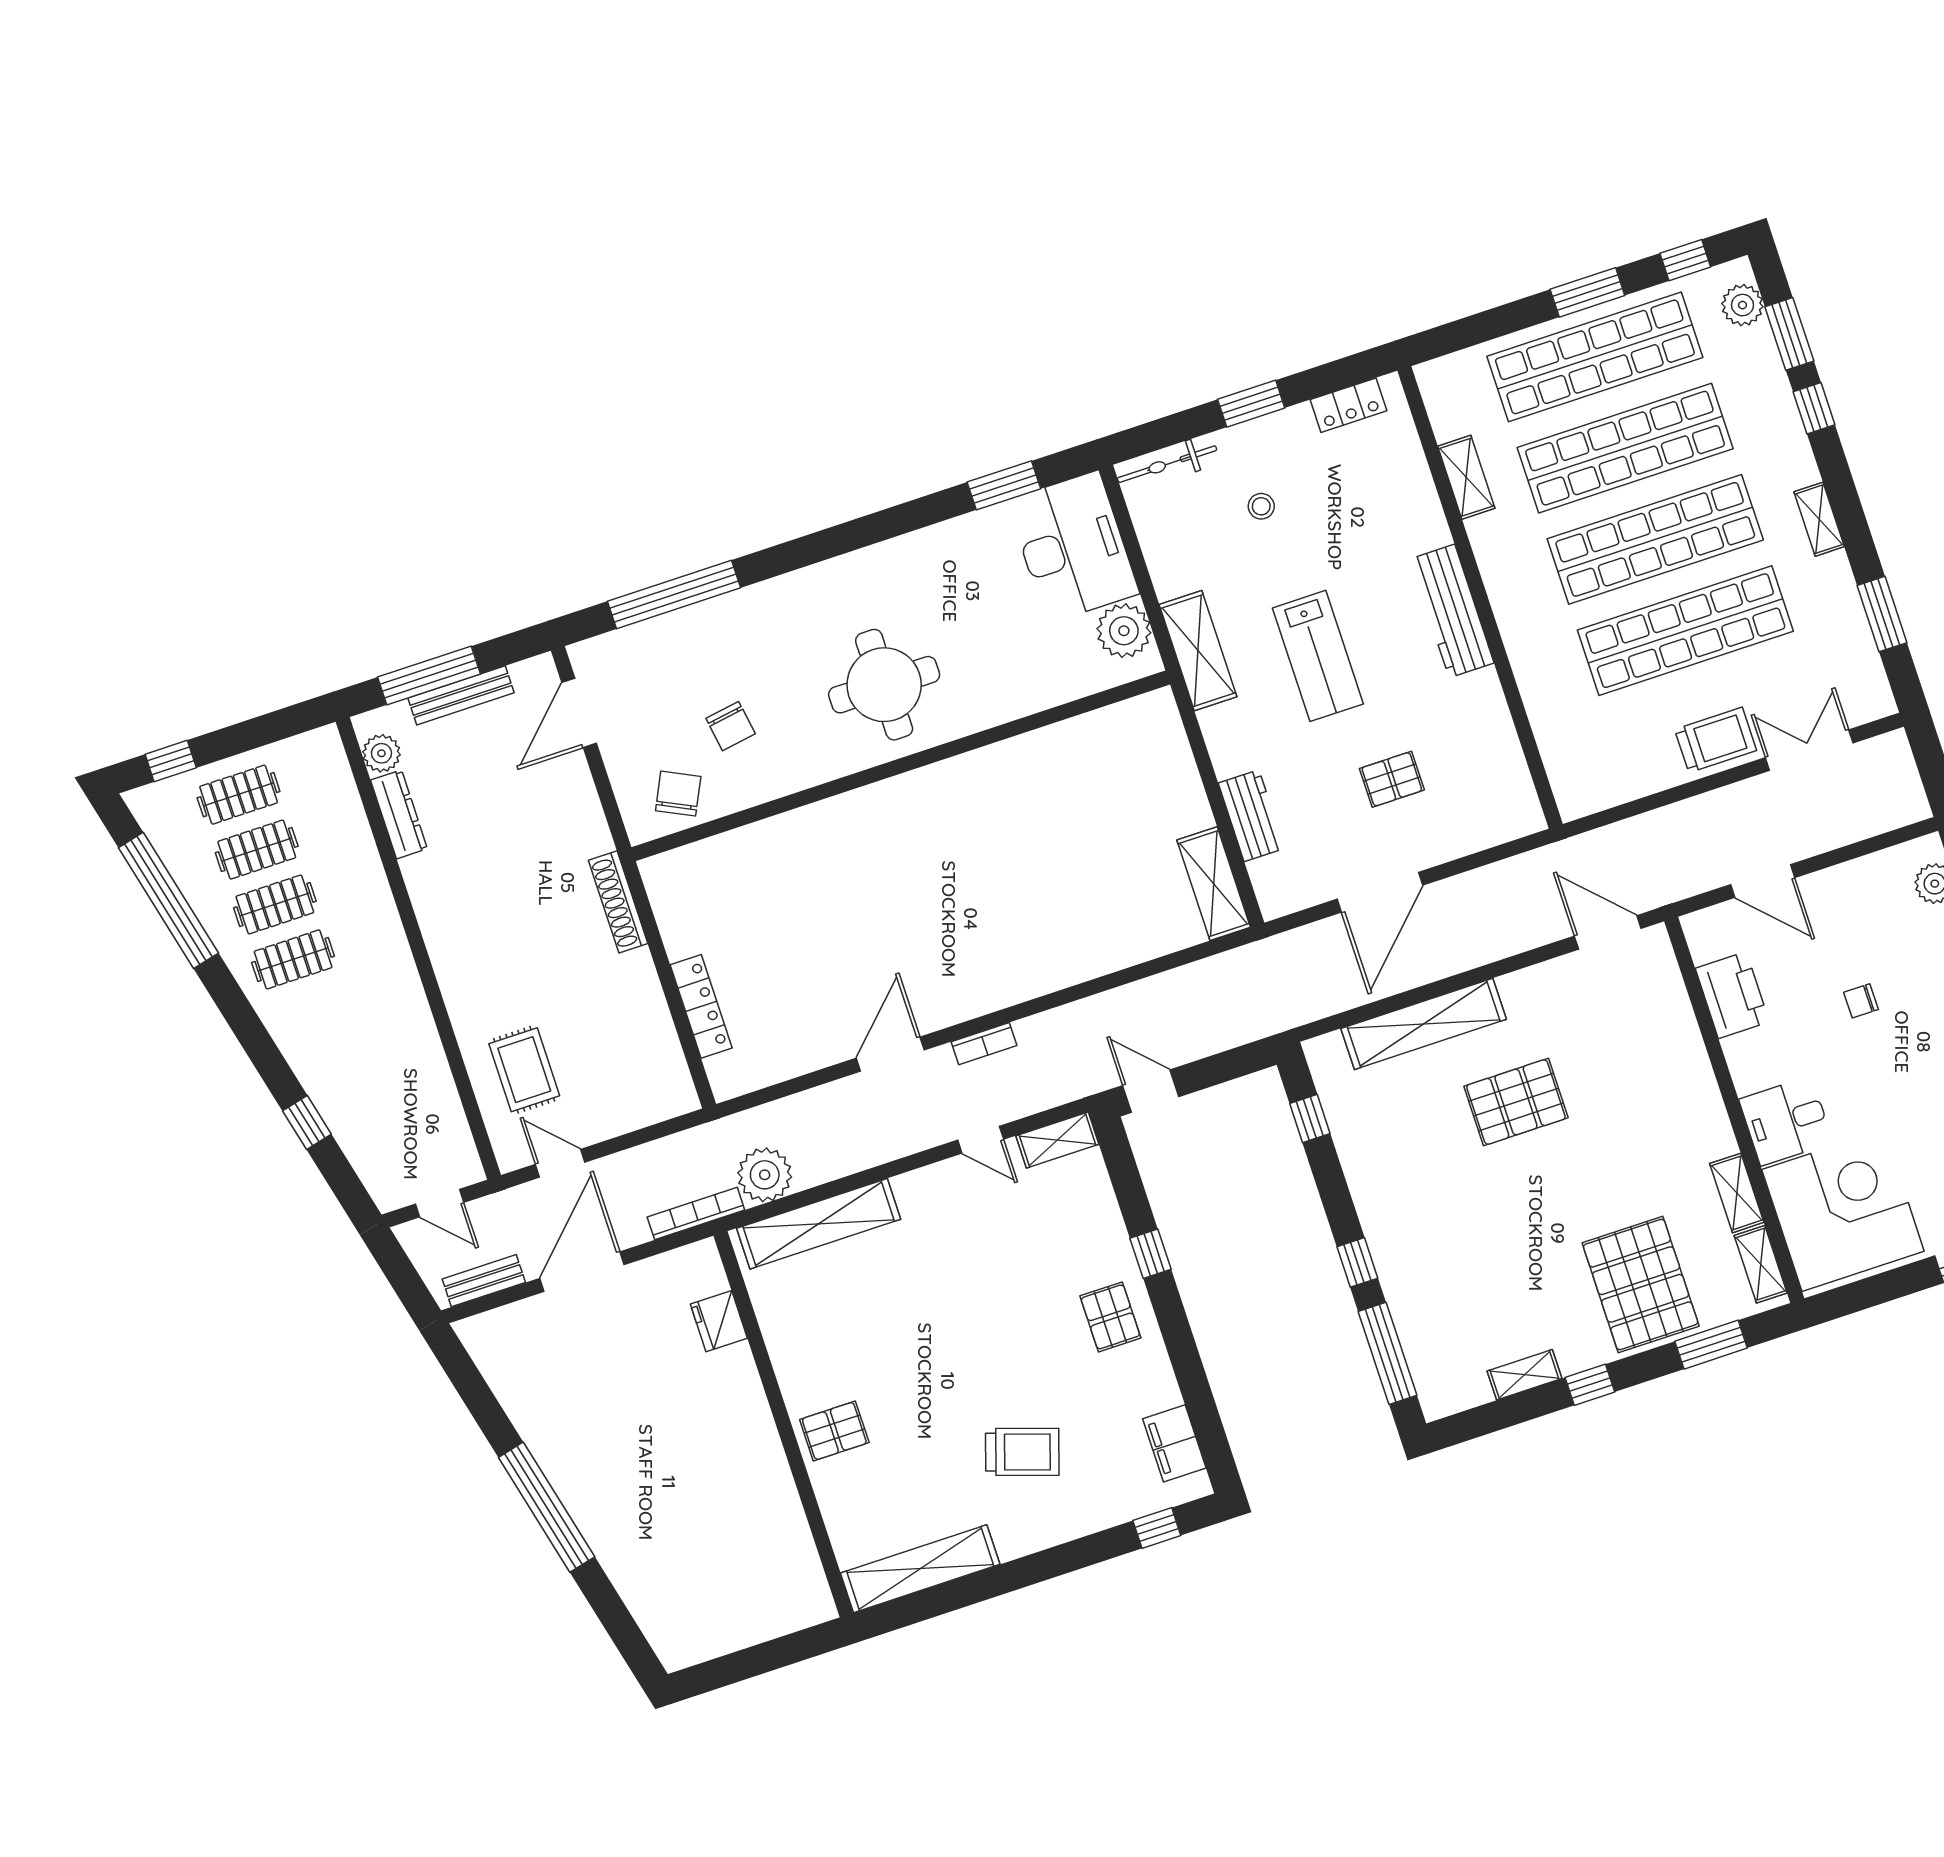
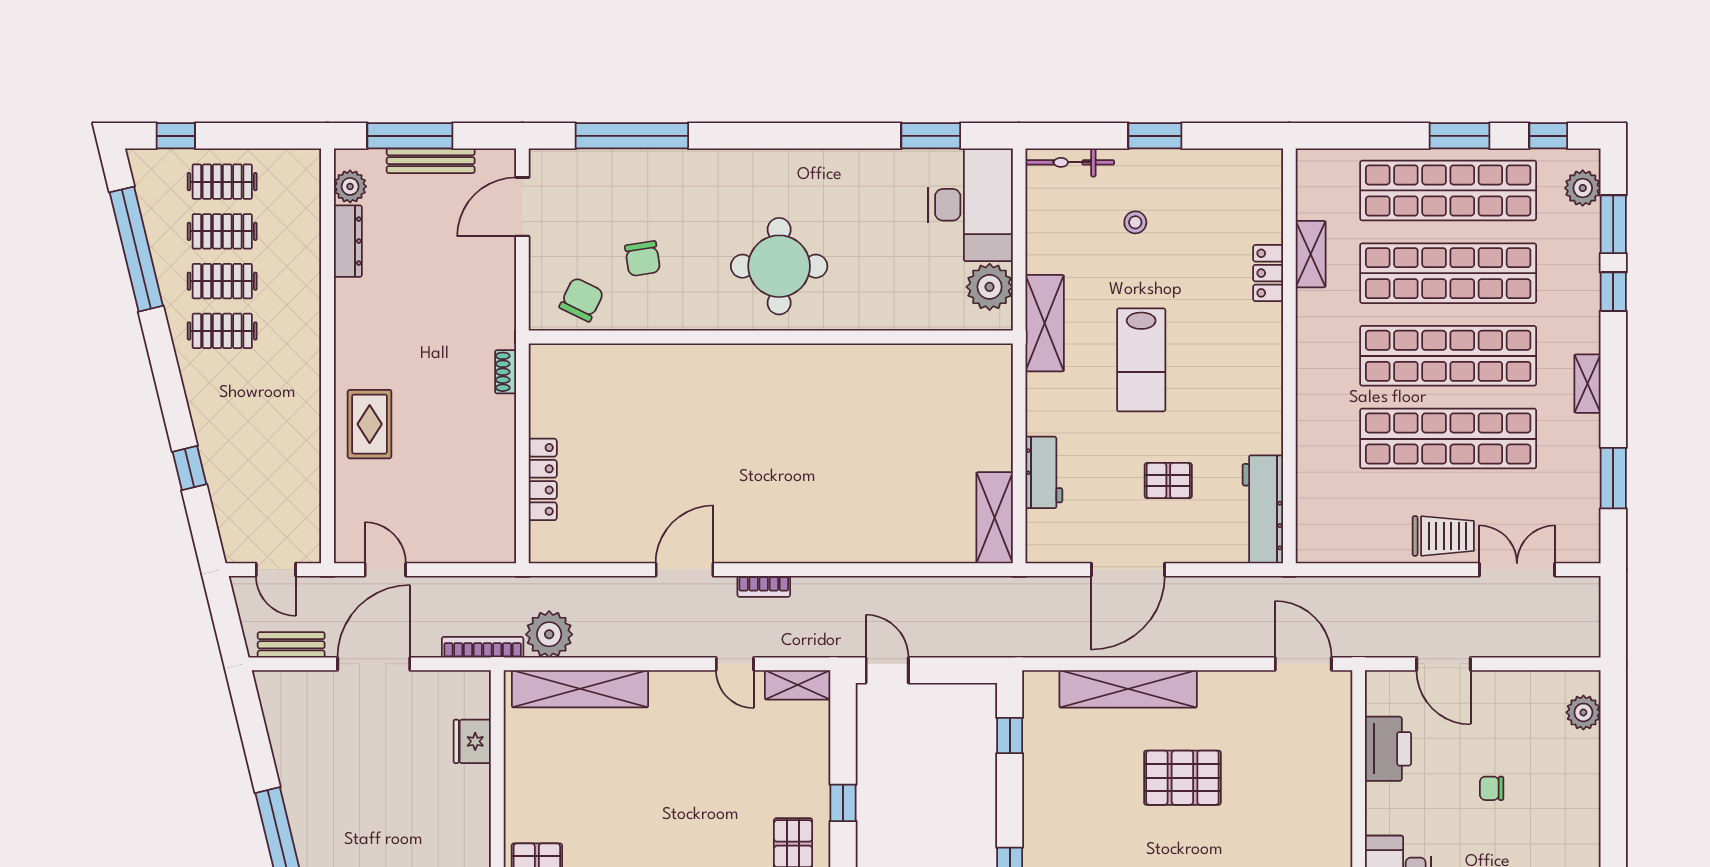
locker: (1348, 405) -> (1268, 273), moved, turned 90
workbench: (1452, 611) -> (1263, 509), moved
shoe rack: (618, 902) -> (506, 372), width x0.51, depth x0.81
rug: (524, 1070) -> (370, 424), moved

